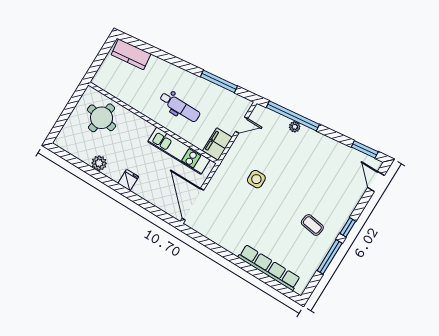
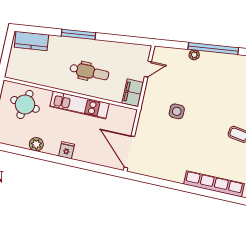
window: (219, 81) -> (78, 34), moved
window: (293, 116) -> (213, 49), moved
kitchen unit: (179, 151) -> (79, 105), moved

